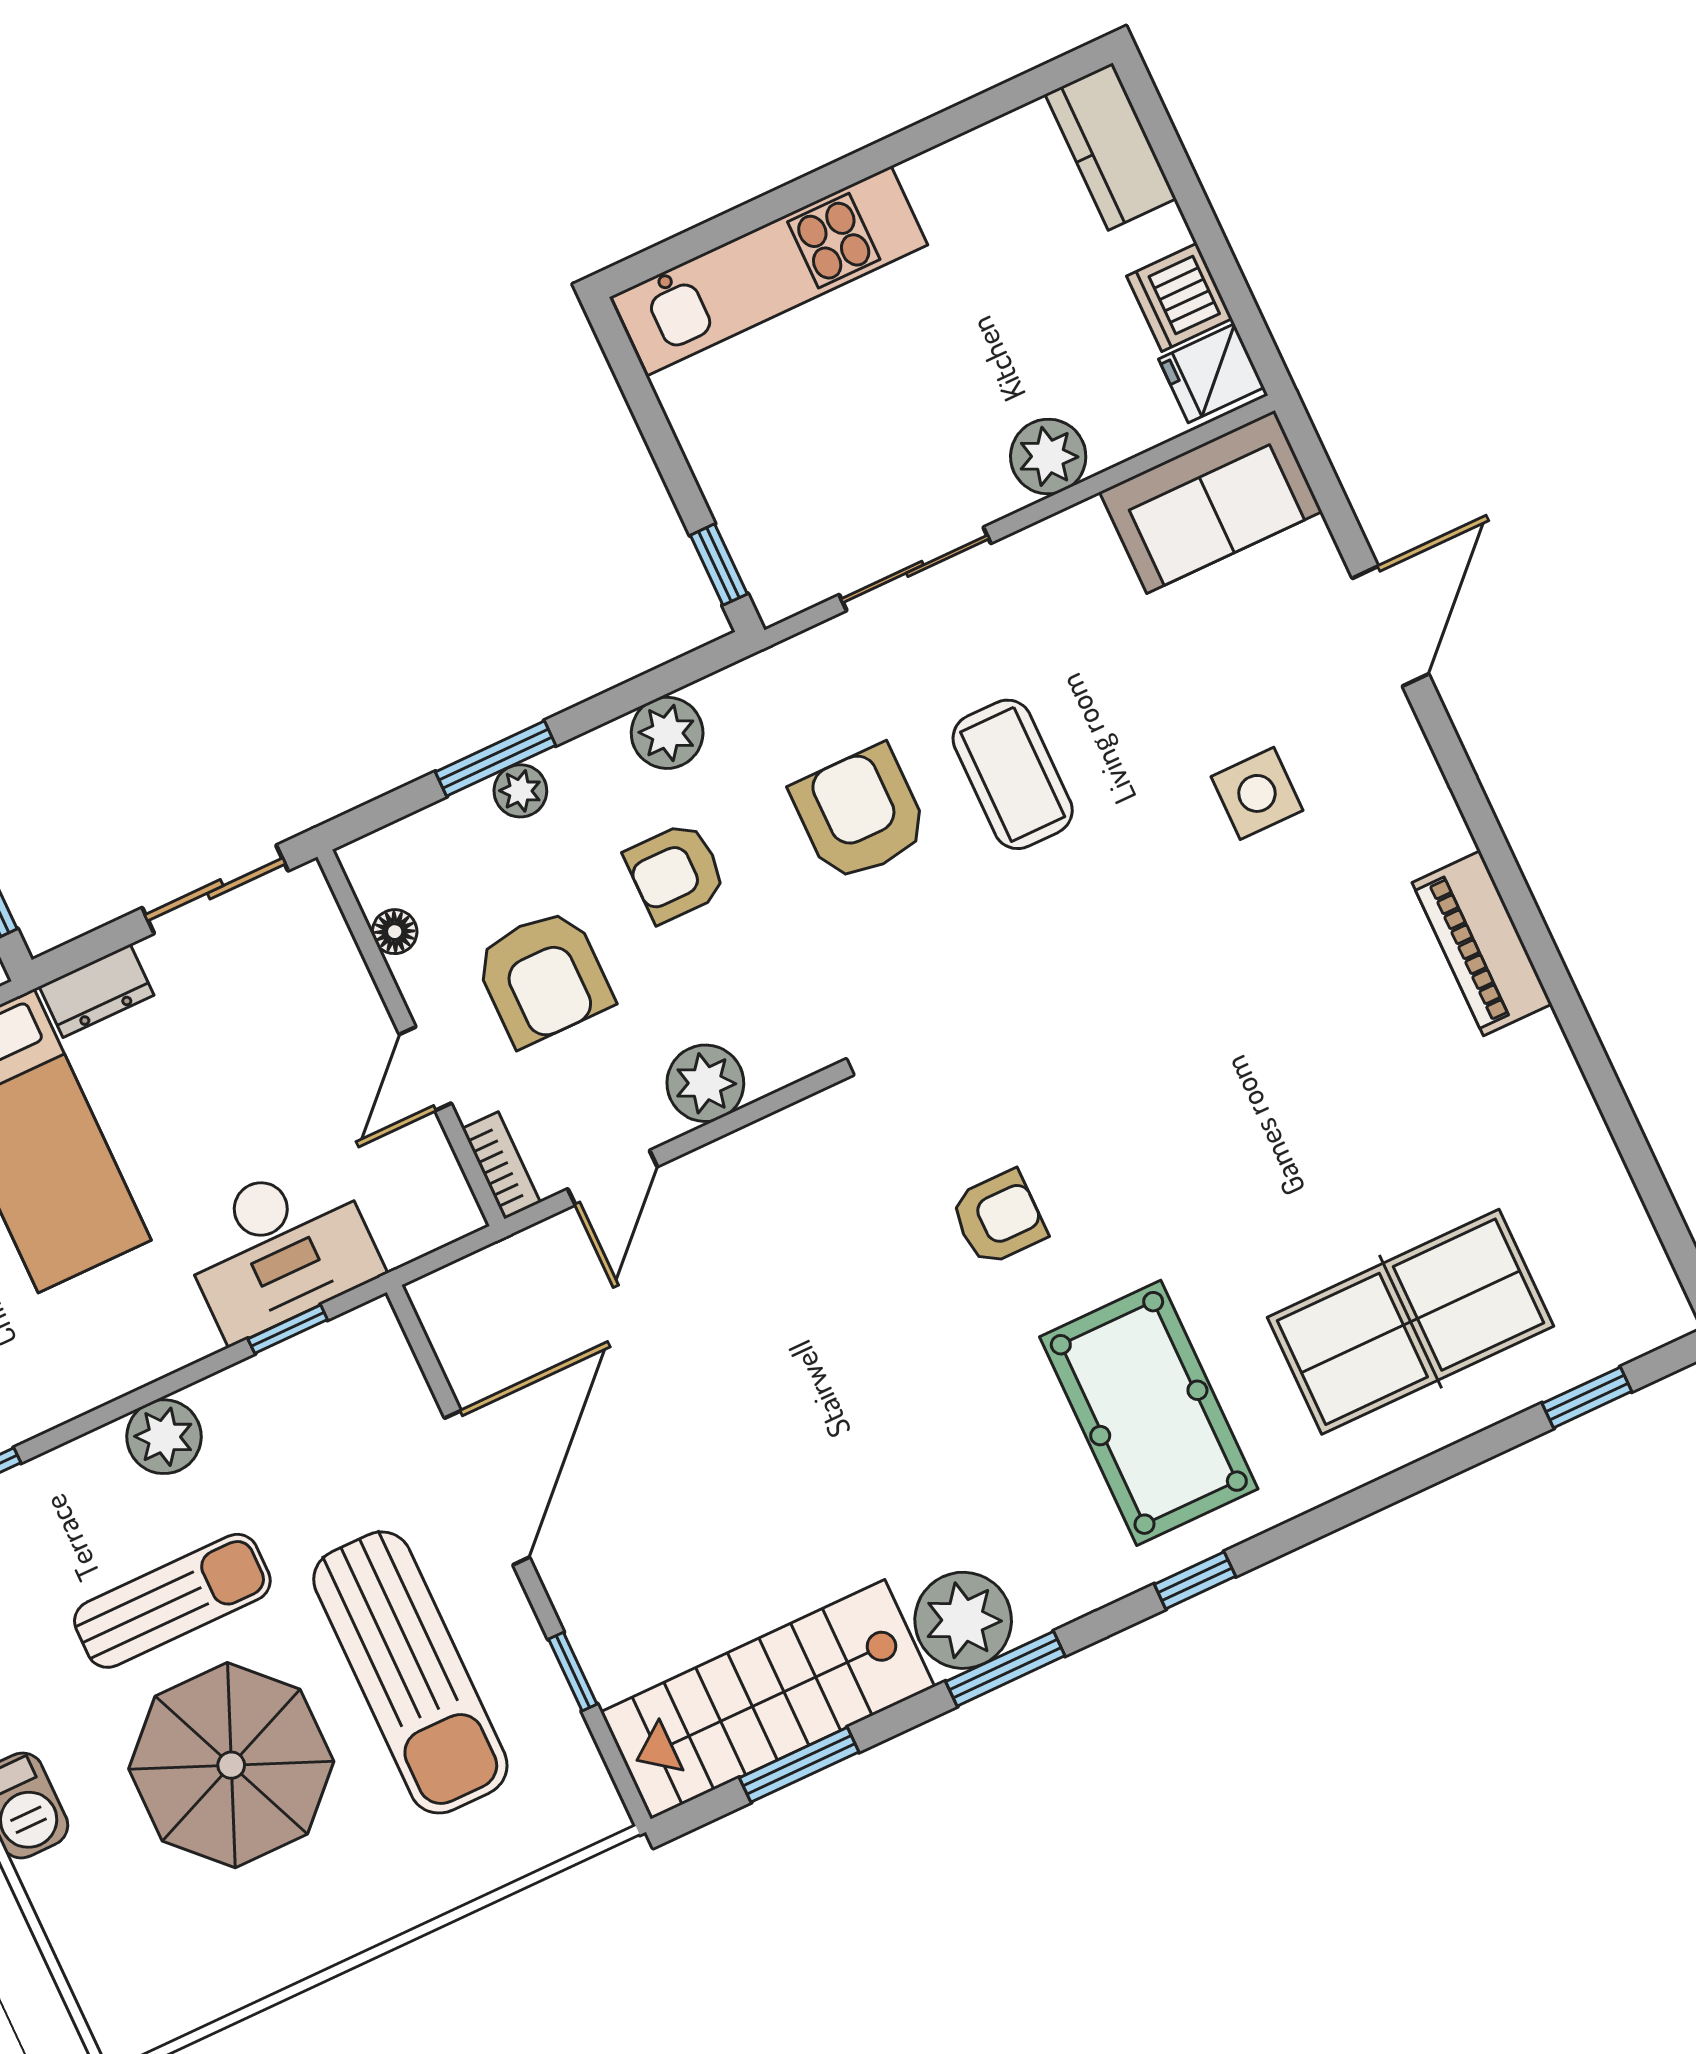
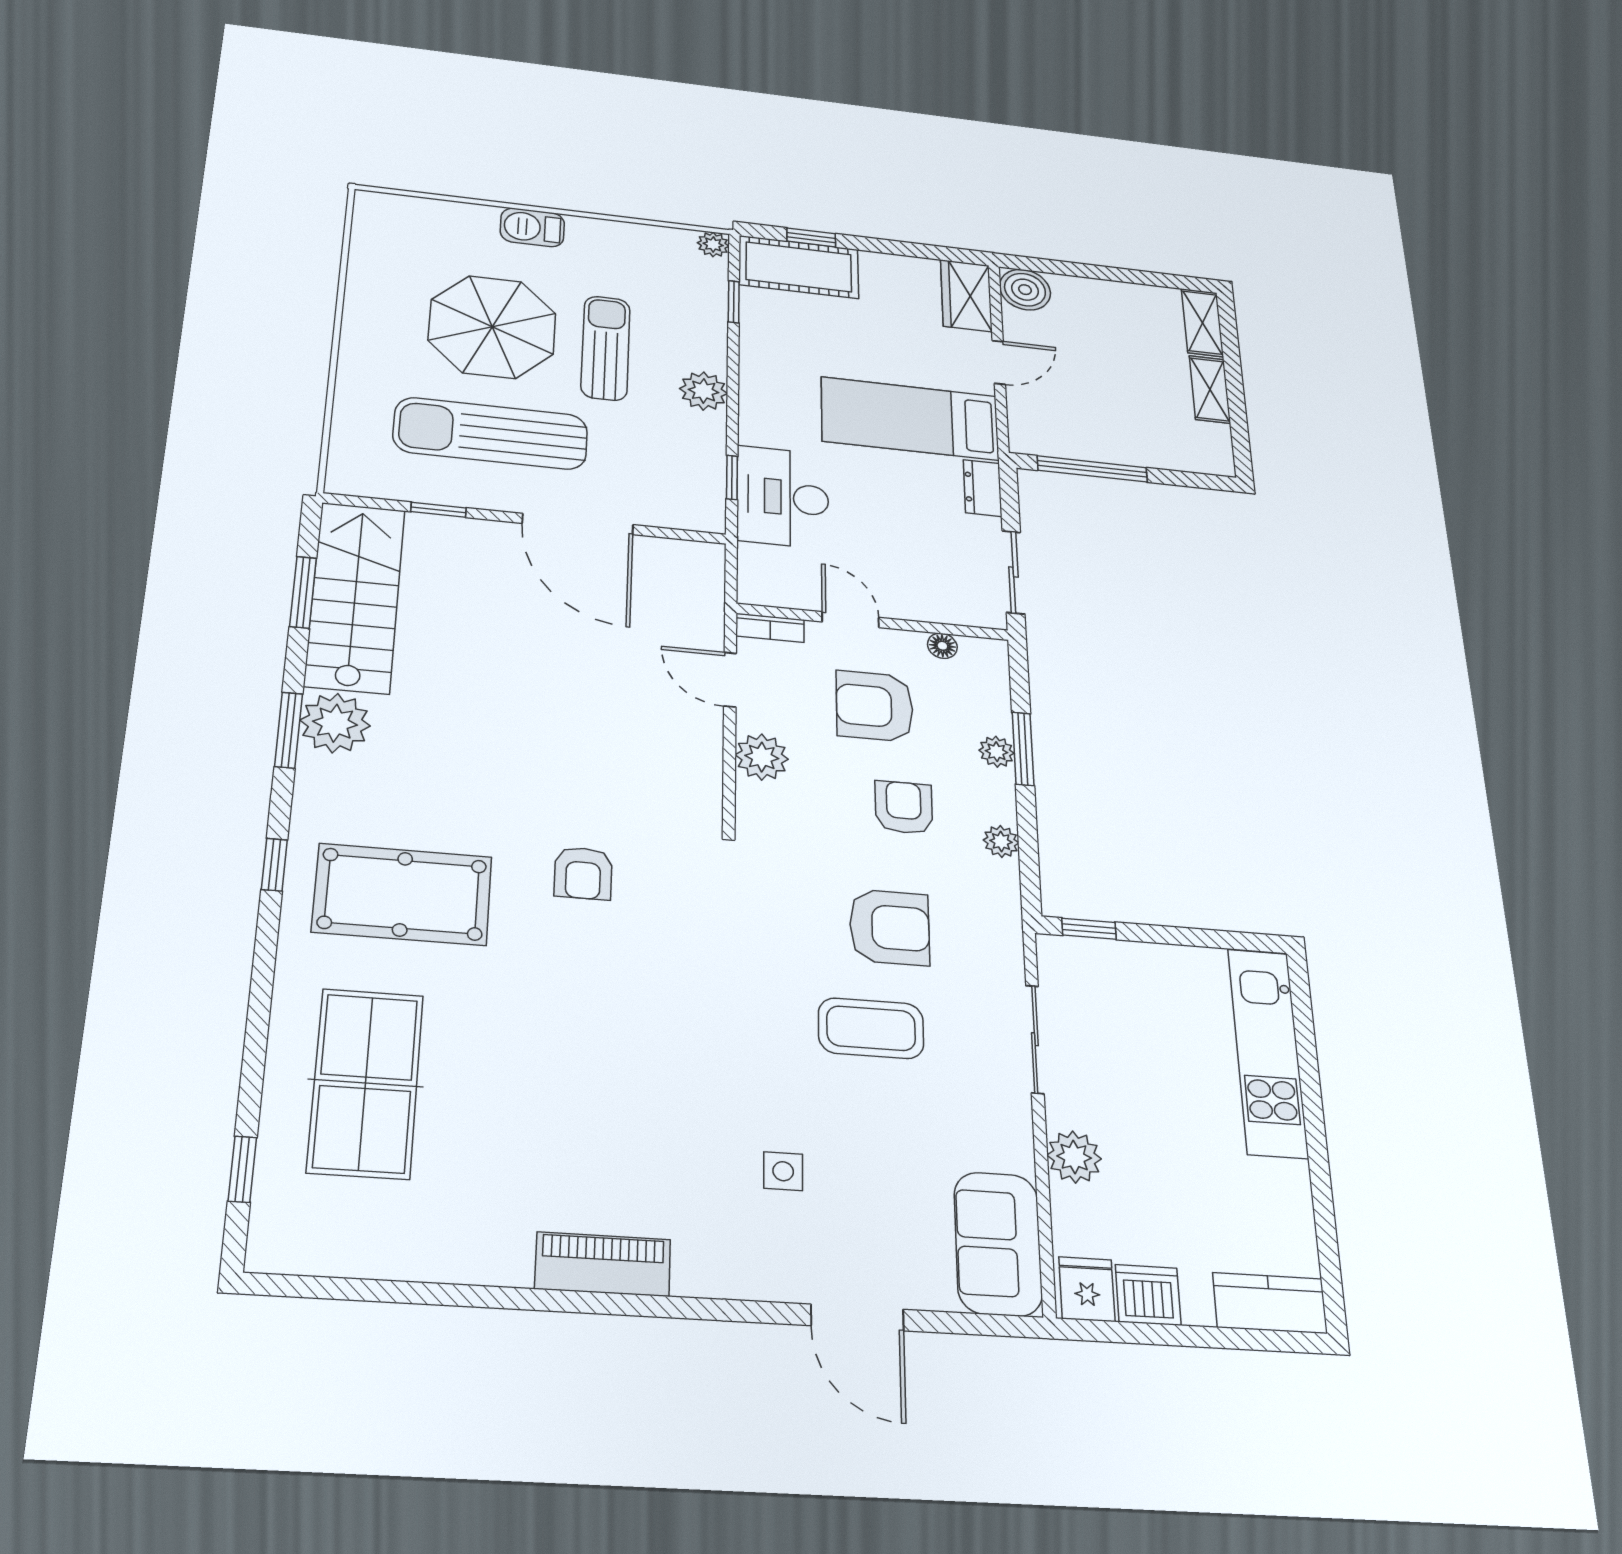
plant: (667, 733) -> (1001, 841), width x0.73, depth x0.73
side table: (1257, 793) -> (783, 1171), width x0.73, depth x0.73
sun lounger: (172, 1601) -> (606, 348), turned 180

